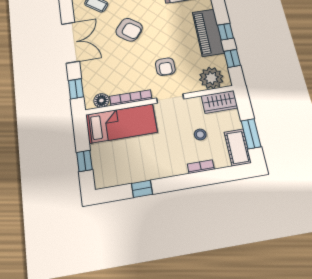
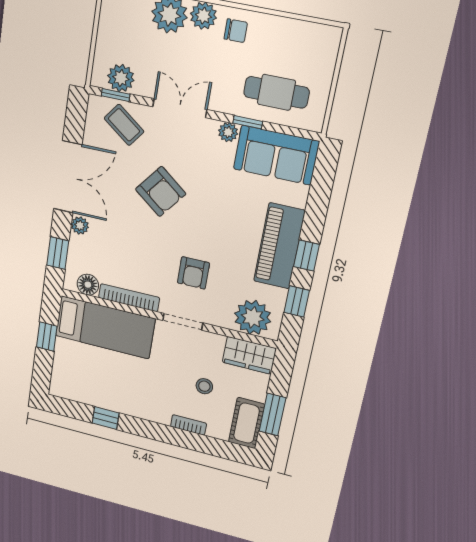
plant: (86, 67) -> (80, 225), added
window: (84, 161) -> (47, 337), moved

